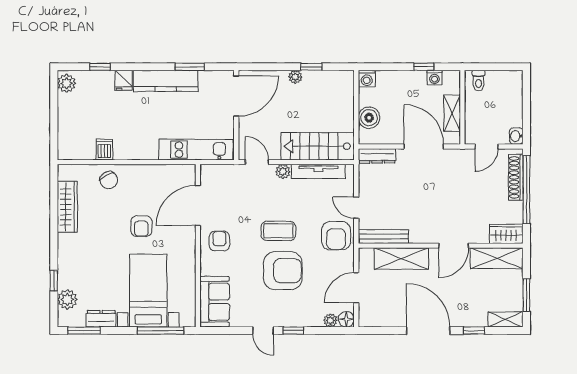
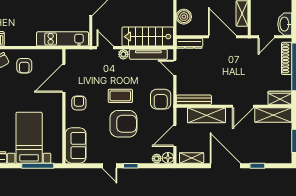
washbasin: (516, 136) -> (285, 24), width x1.91, depth x1.45
door: (356, 208) -> (175, 68), moved
armchair: (141, 226) -> (24, 66), moved
shelving: (505, 319) -> (192, 158), moved

